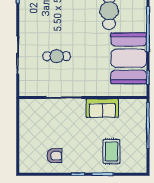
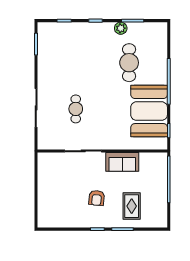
cafe table: (57, 56) -> (76, 109), turned 90
armchair: (54, 156) -> (97, 198), moved, turned 96

